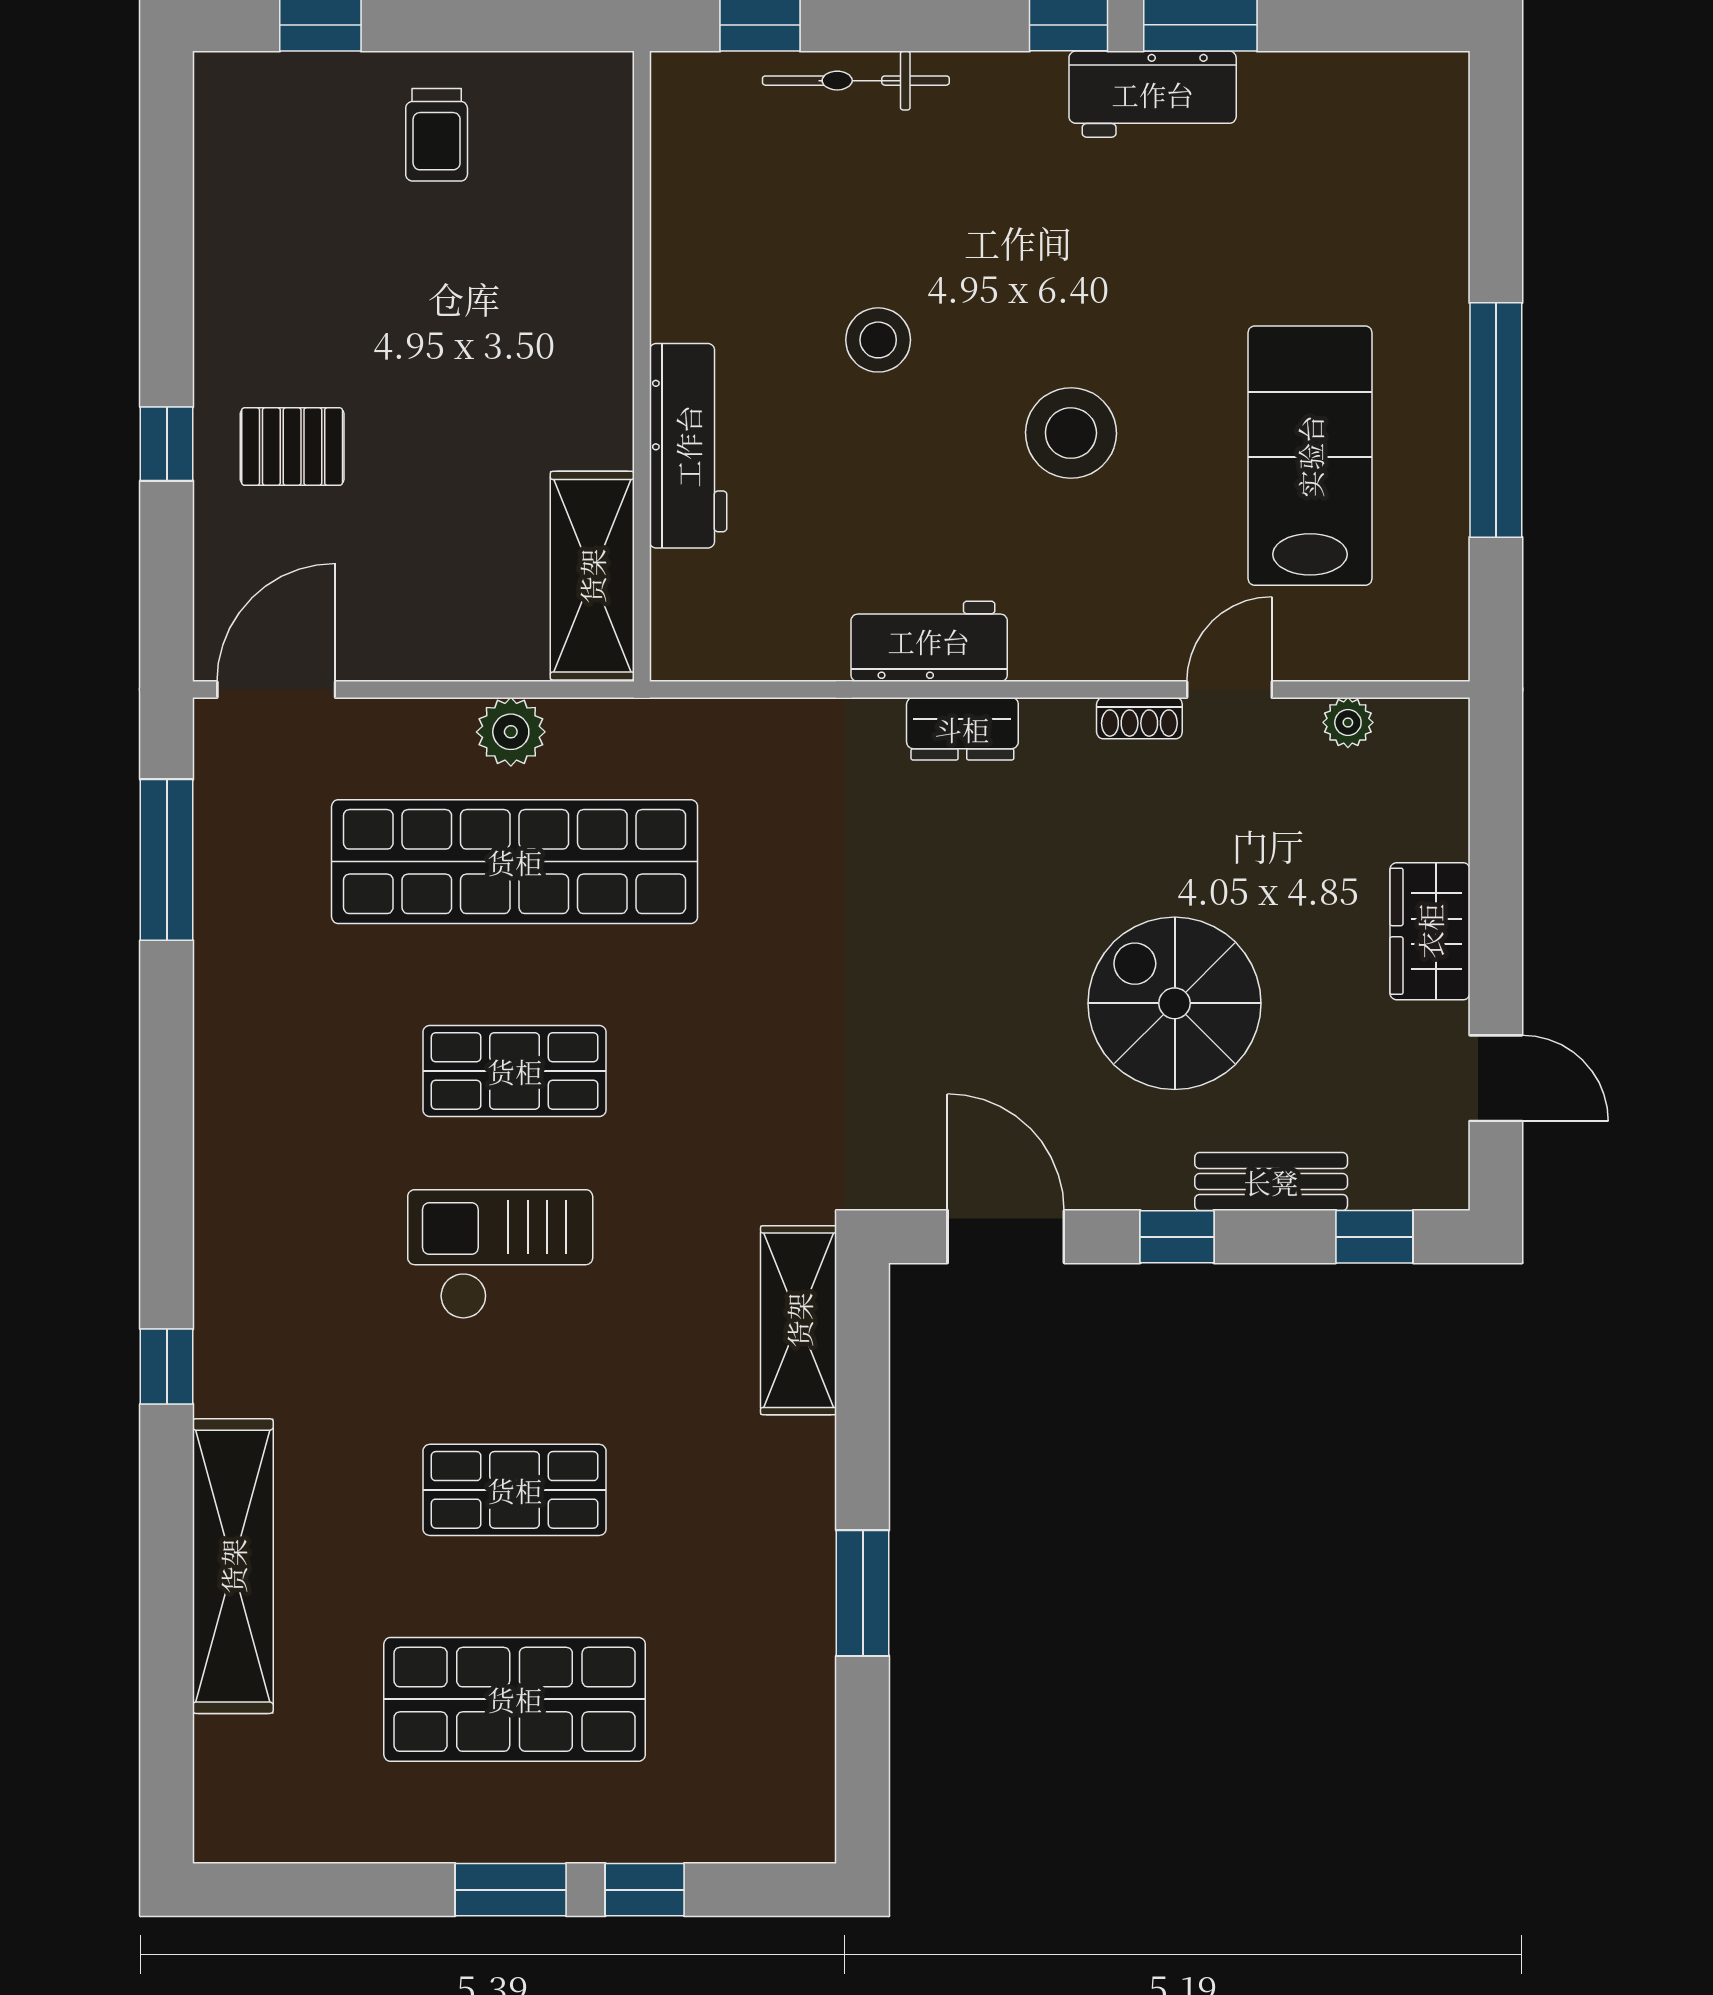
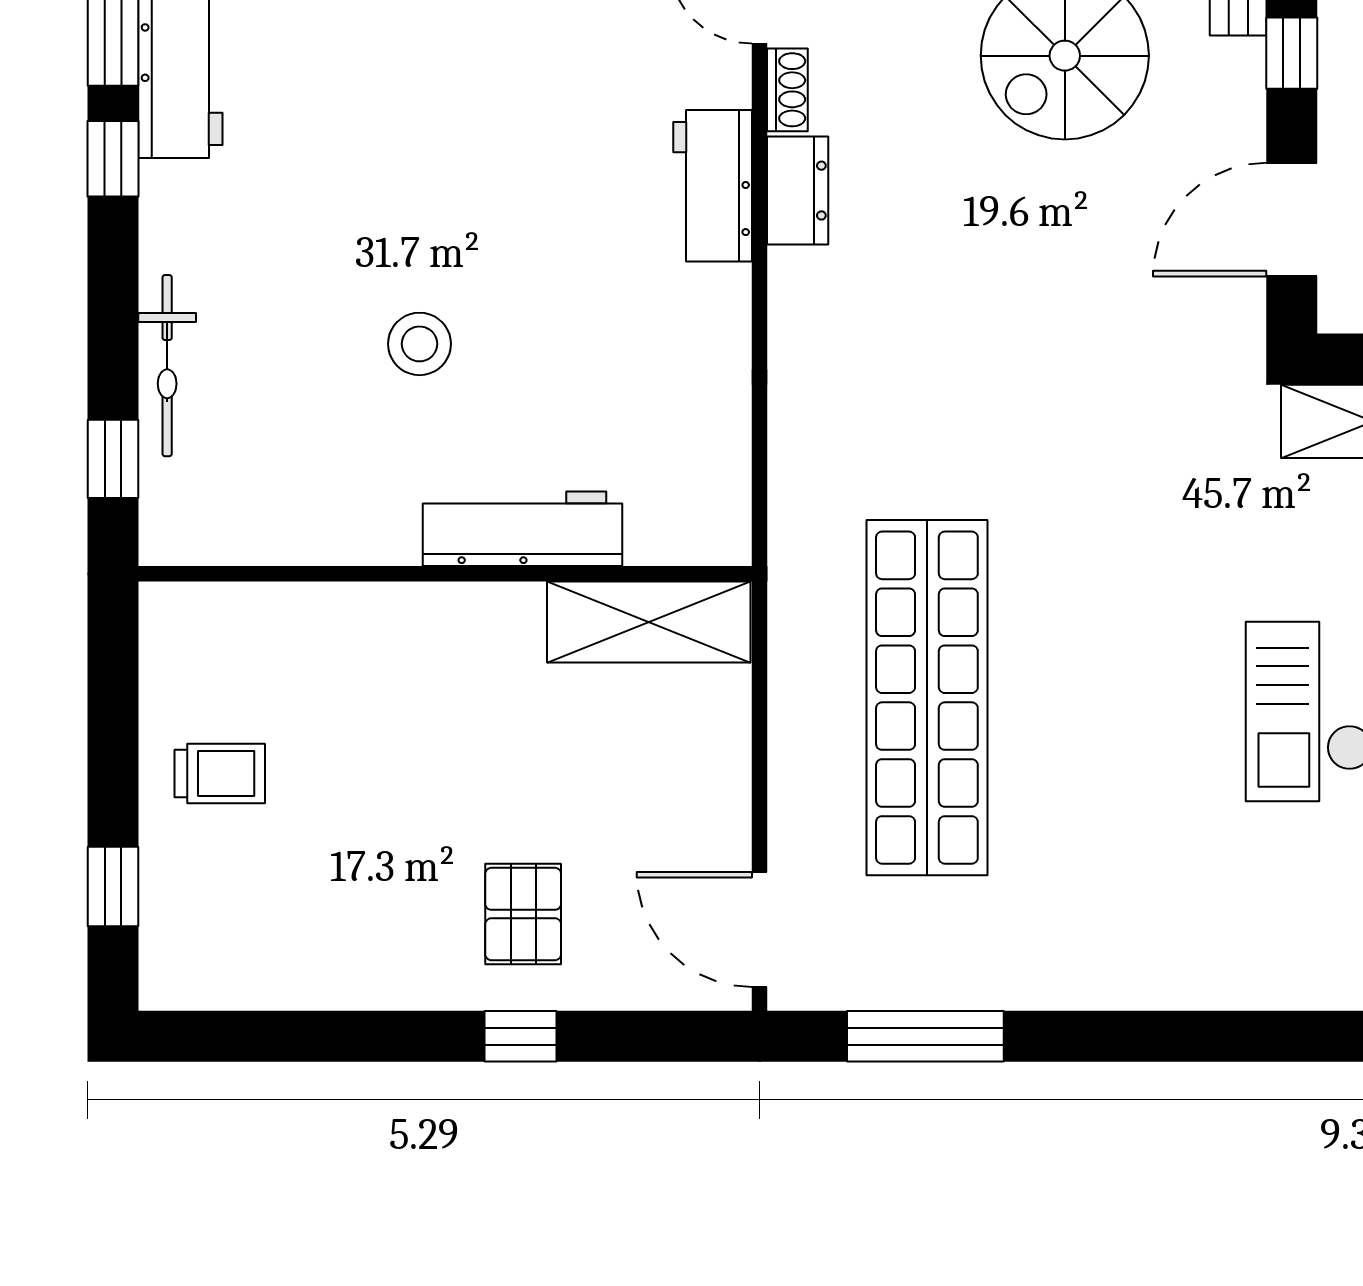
stool: (1071, 433) -> (510, 156), removed
workbench: (929, 641) -> (713, 186), moved
dresser: (962, 729) -> (798, 191), moved
plant: (511, 732) -> (801, 701), removed
shop shelf: (515, 1071) -> (1131, 698), removed

